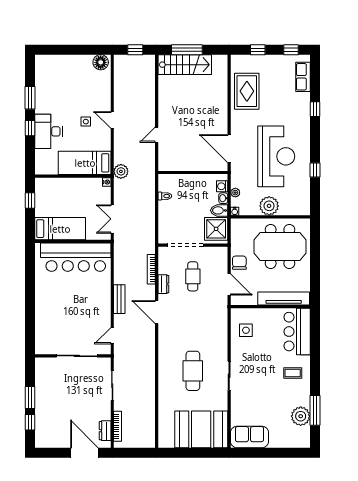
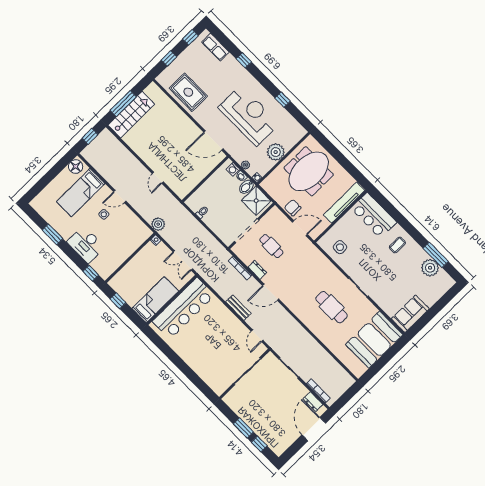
window: (30, 128) -> (91, 273), moved
bed: (85, 163) -> (81, 193), moved
door: (84, 453) -> (314, 429), hinge flipped

